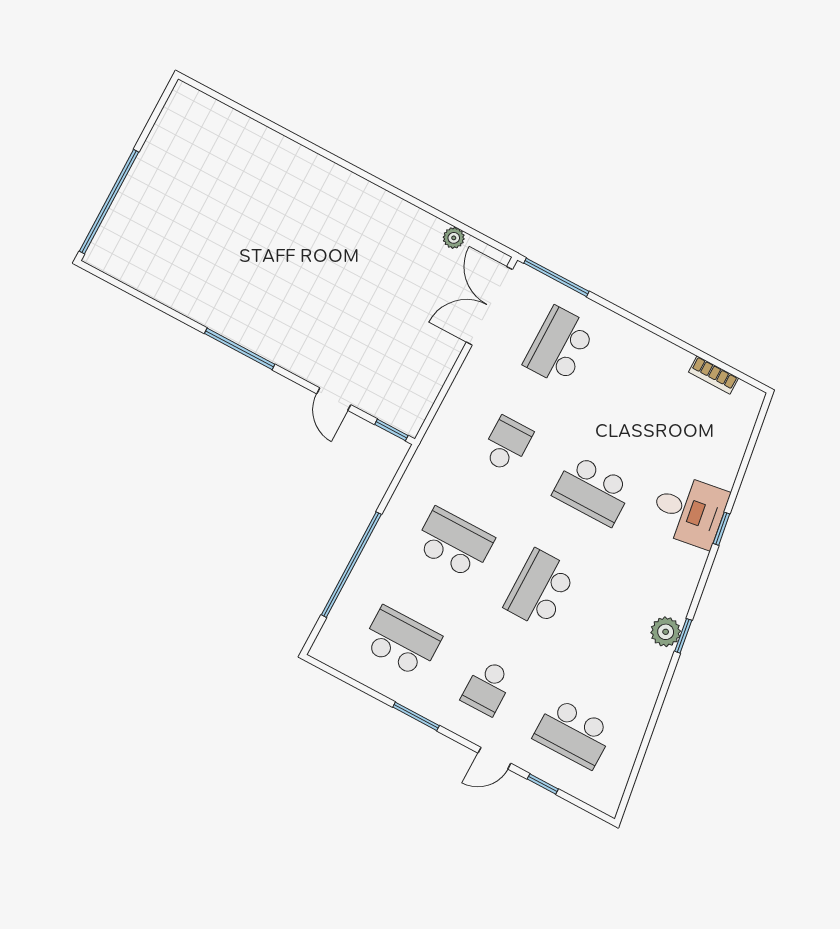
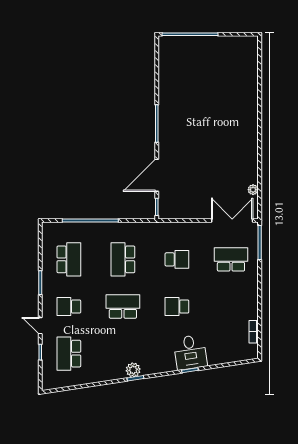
door: (334, 399) -> (157, 175), width x1.88
school desk: (593, 490) -> (177, 307), width x0.54
school desk: (454, 543) -> (123, 259), turned 180

